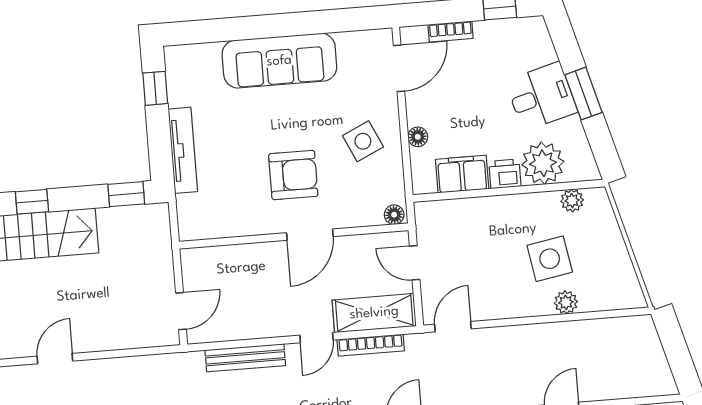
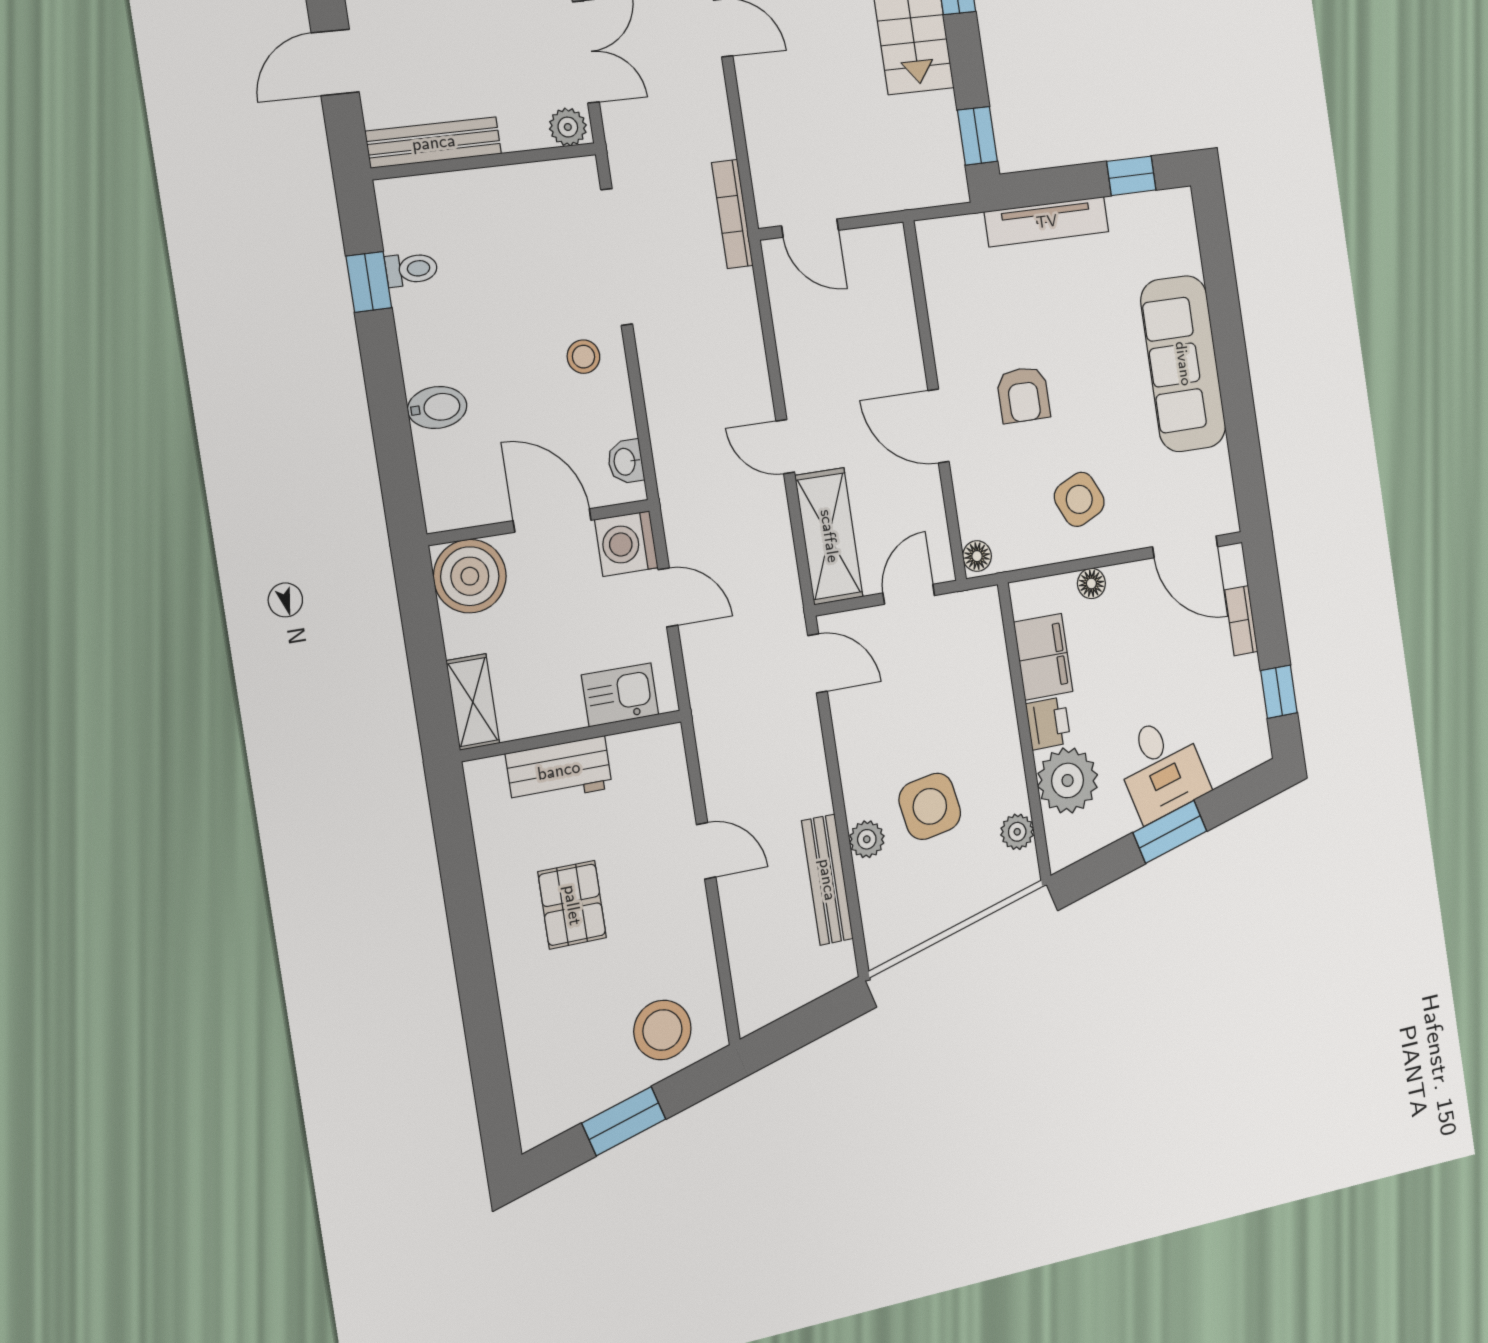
armchair: (293, 175) -> (1023, 395), width x0.72, depth x0.72
bookcase: (371, 345) -> (732, 214), moved
bench: (245, 358) -> (827, 880), moved

